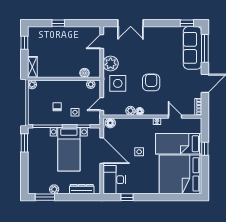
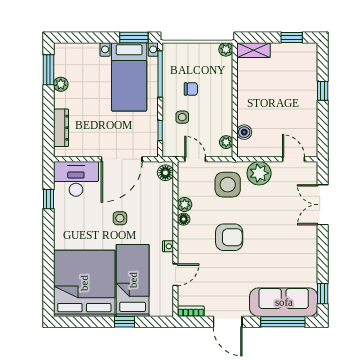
bed with nightstands: (69, 149) -> (129, 77), moved, turned -90

